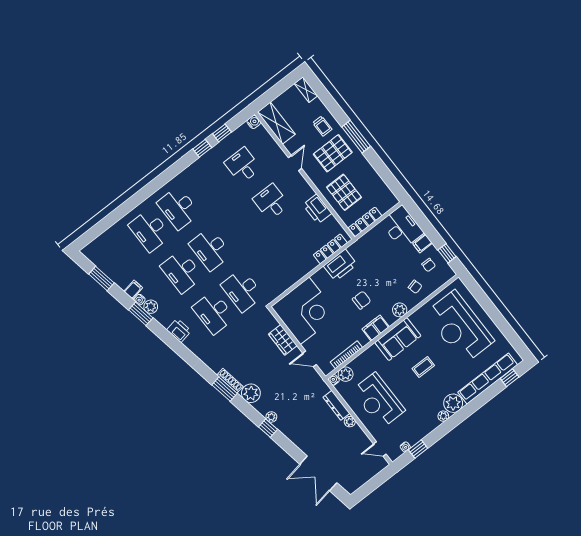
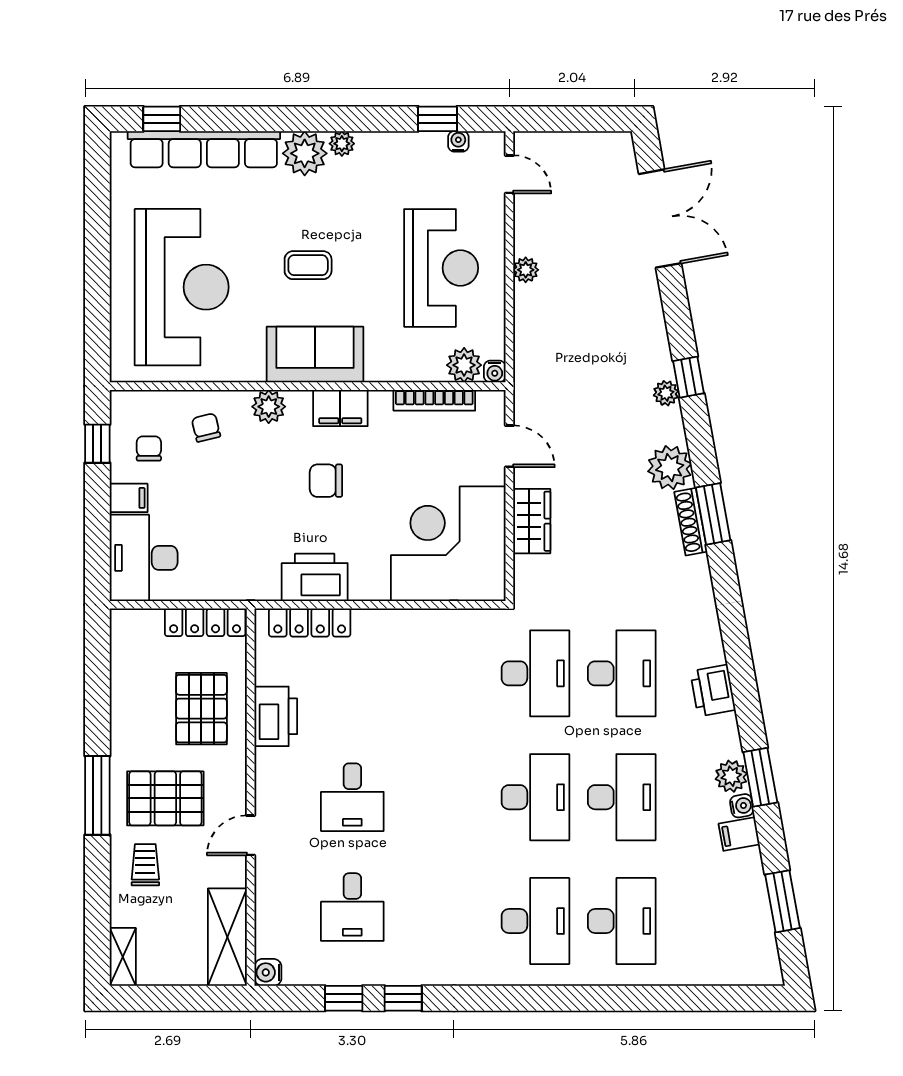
dresser: (336, 405) -> (527, 320), removed

